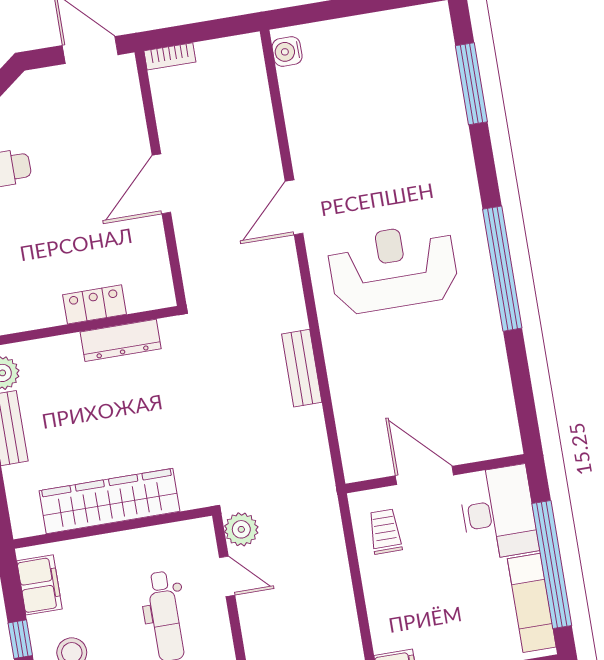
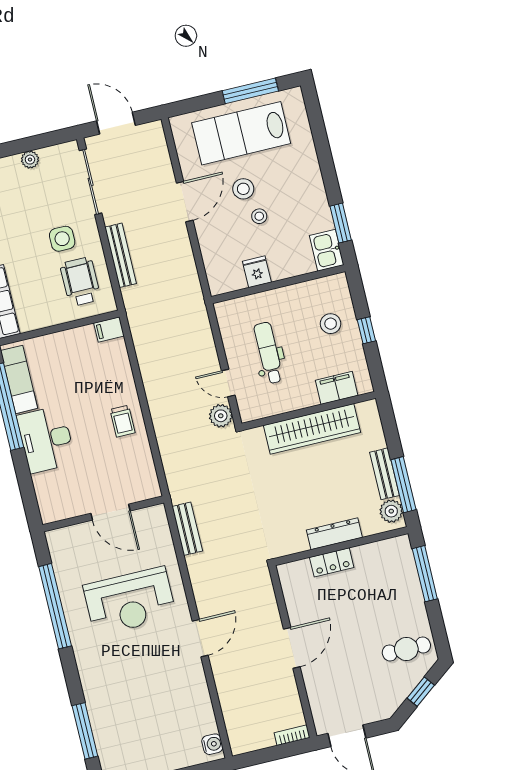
dresser: (121, 340) -> (334, 534), moved
wall: (435, 474) -> (103, 514), moved
door: (424, 475) -> (111, 512), moved
filing cabinet: (39, 585) -> (337, 388), moved, turned 90

